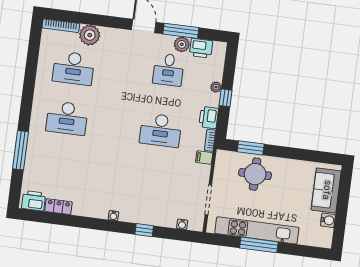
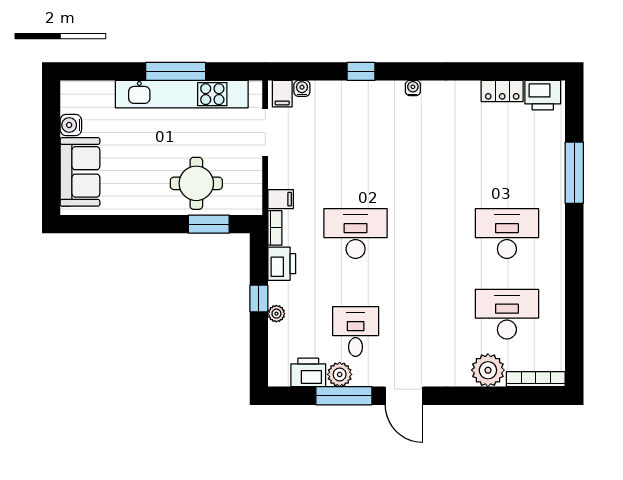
filing cabinet: (195, 223) -> (282, 94), added

